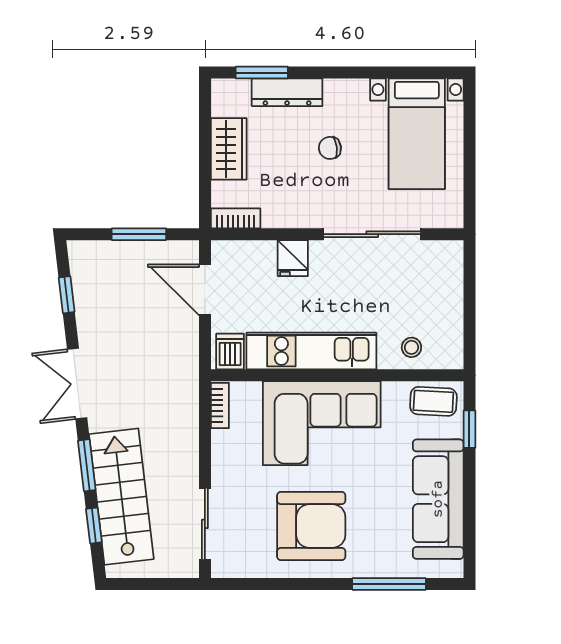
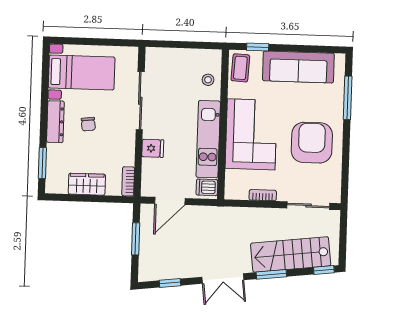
dresser: (287, 92) -> (55, 122), moved
bookcase: (220, 405) -> (263, 195), moved
window: (94, 526) -> (324, 270), moved

